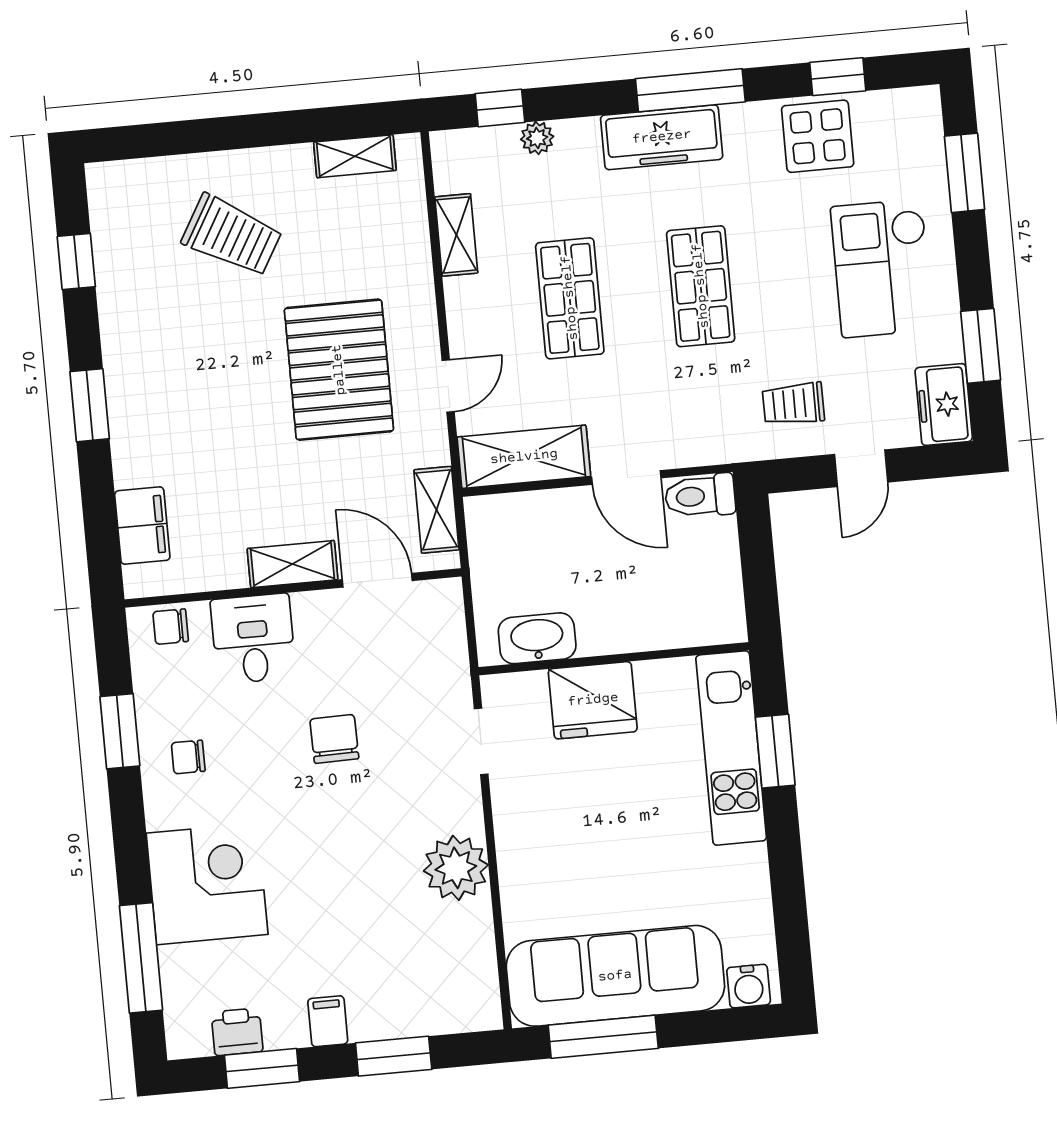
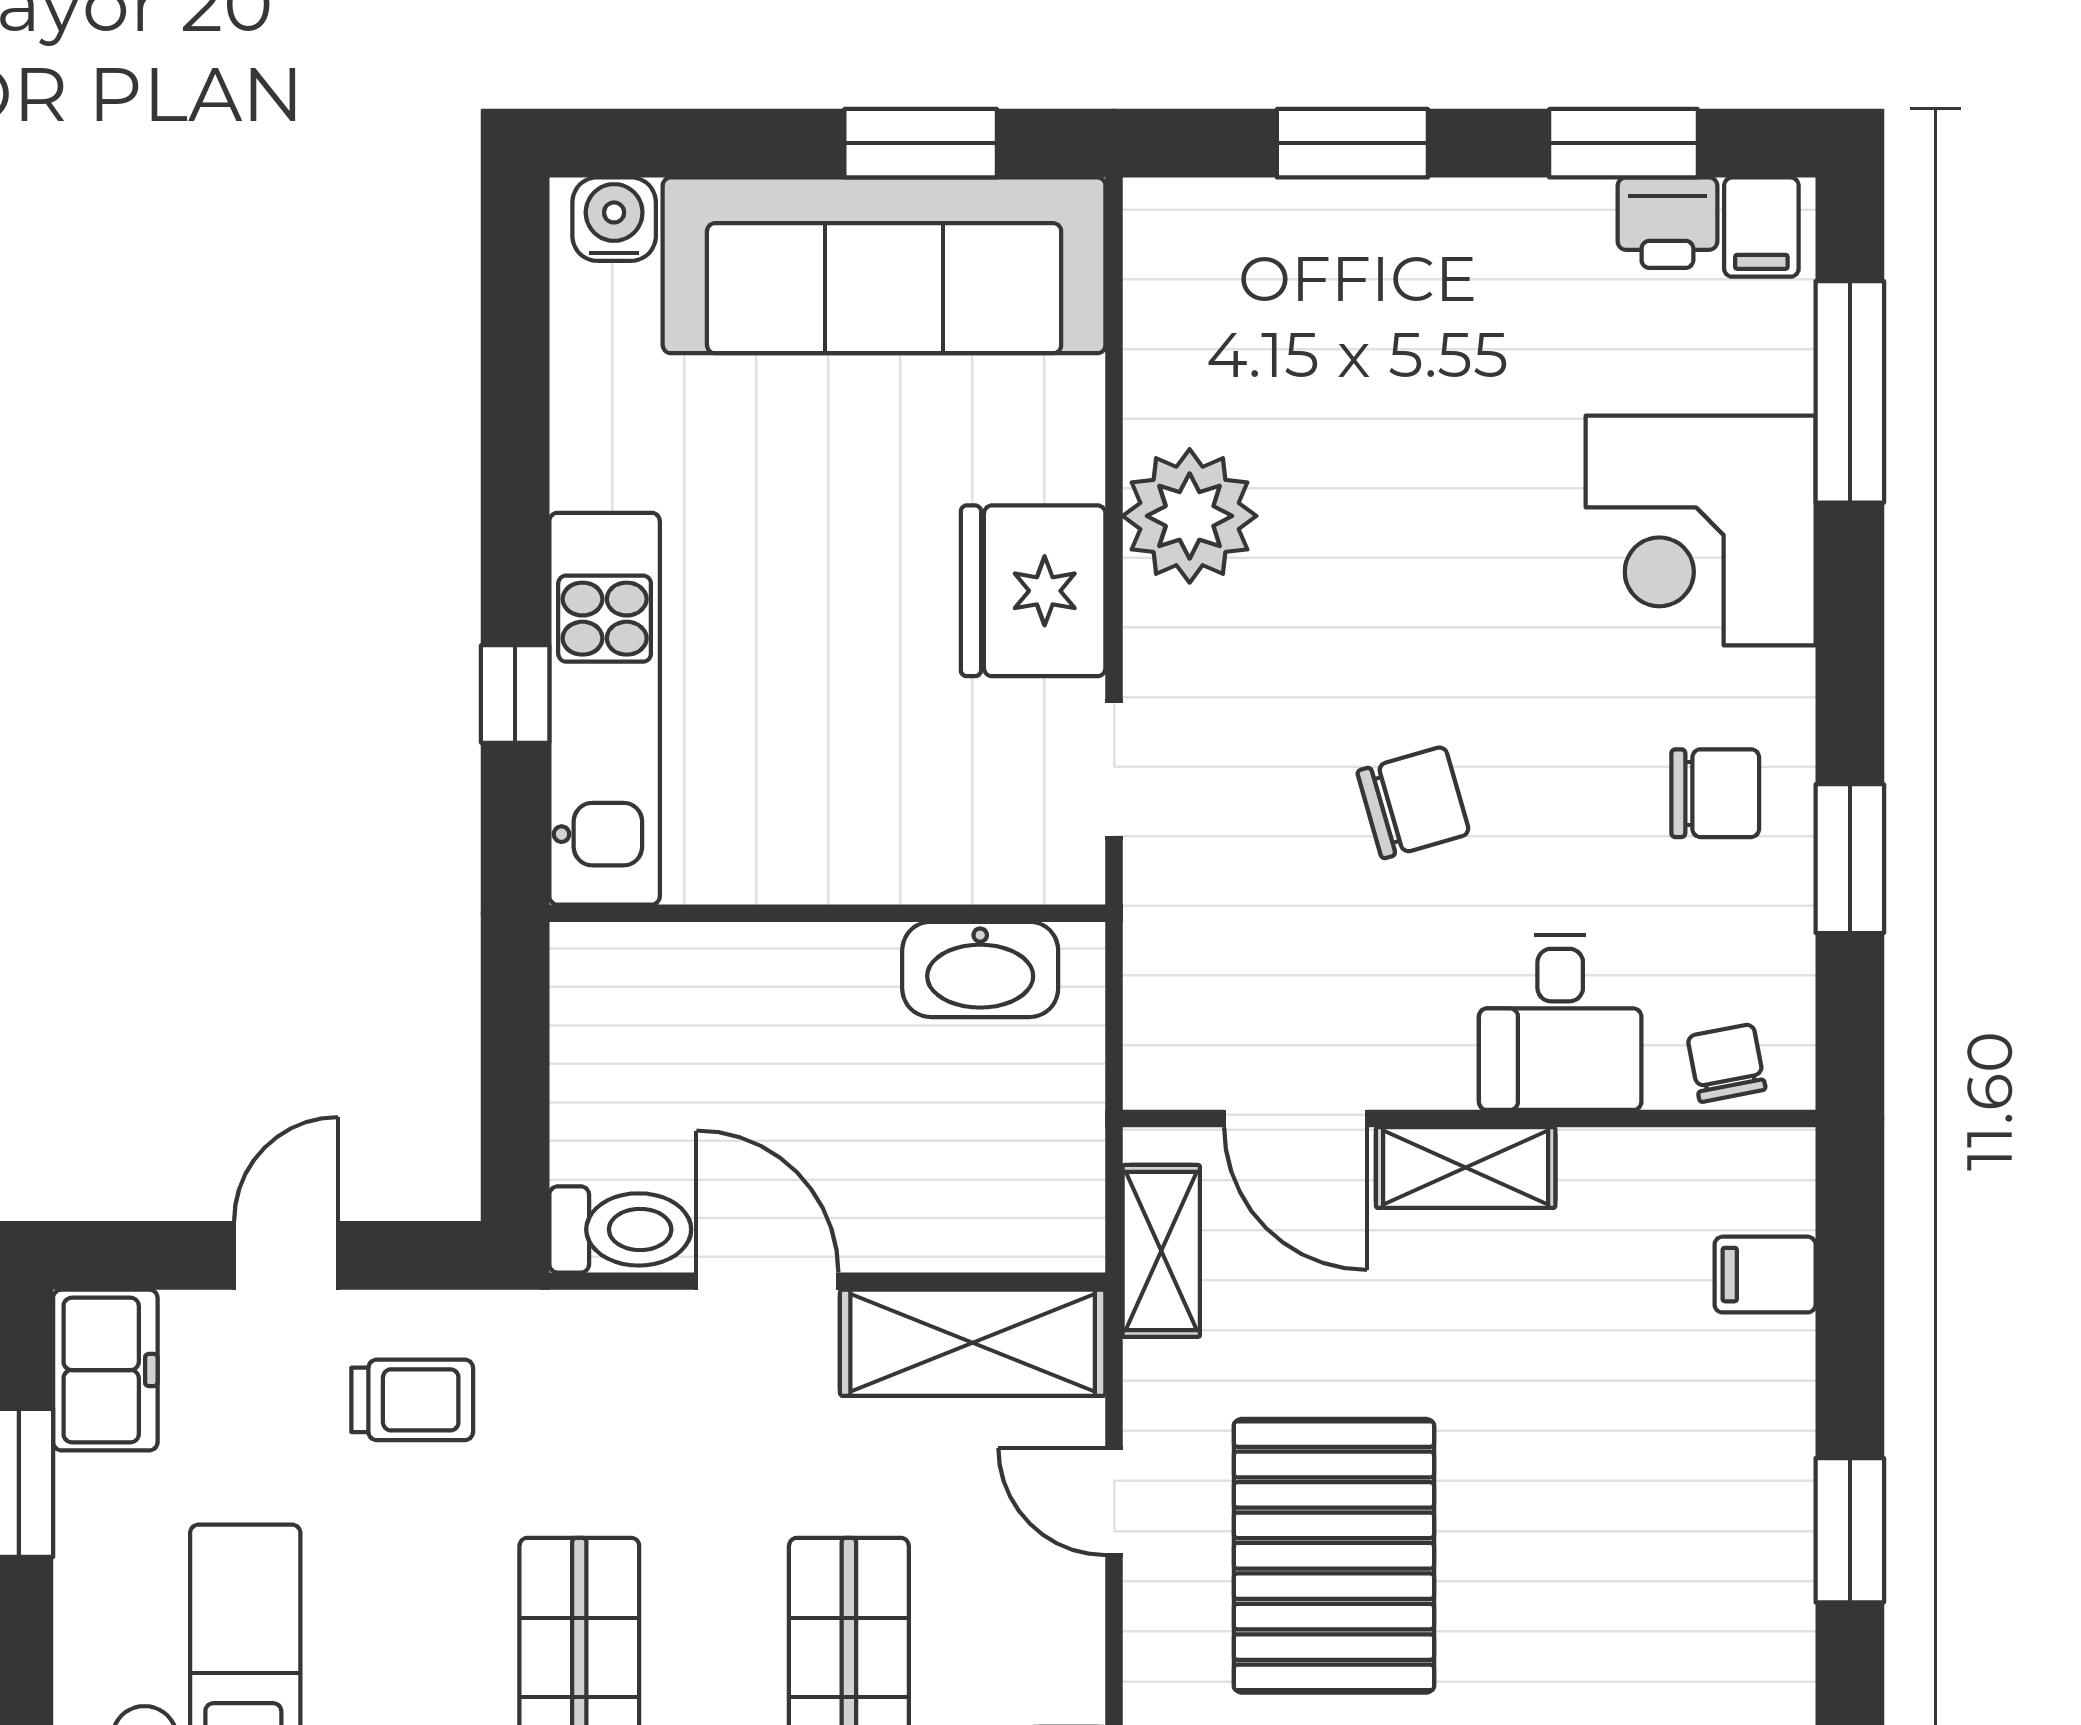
door: (448, 386) -> (1114, 1501), hinge flipped
filing cabinet: (142, 526) -> (1765, 1275), width x0.50
chair: (171, 627) -> (1726, 1063), turned -101
fridge: (593, 700) -> (1033, 591), moved, turned -90
chair: (334, 739) -> (1413, 802), turned -105
window: (775, 751) -> (515, 694), width x0.67
chair: (188, 757) -> (1715, 793), width x1.37, depth x1.37
filing cabinet: (328, 1021) -> (1761, 227), moved
window: (603, 1037) -> (921, 143), width x0.69

